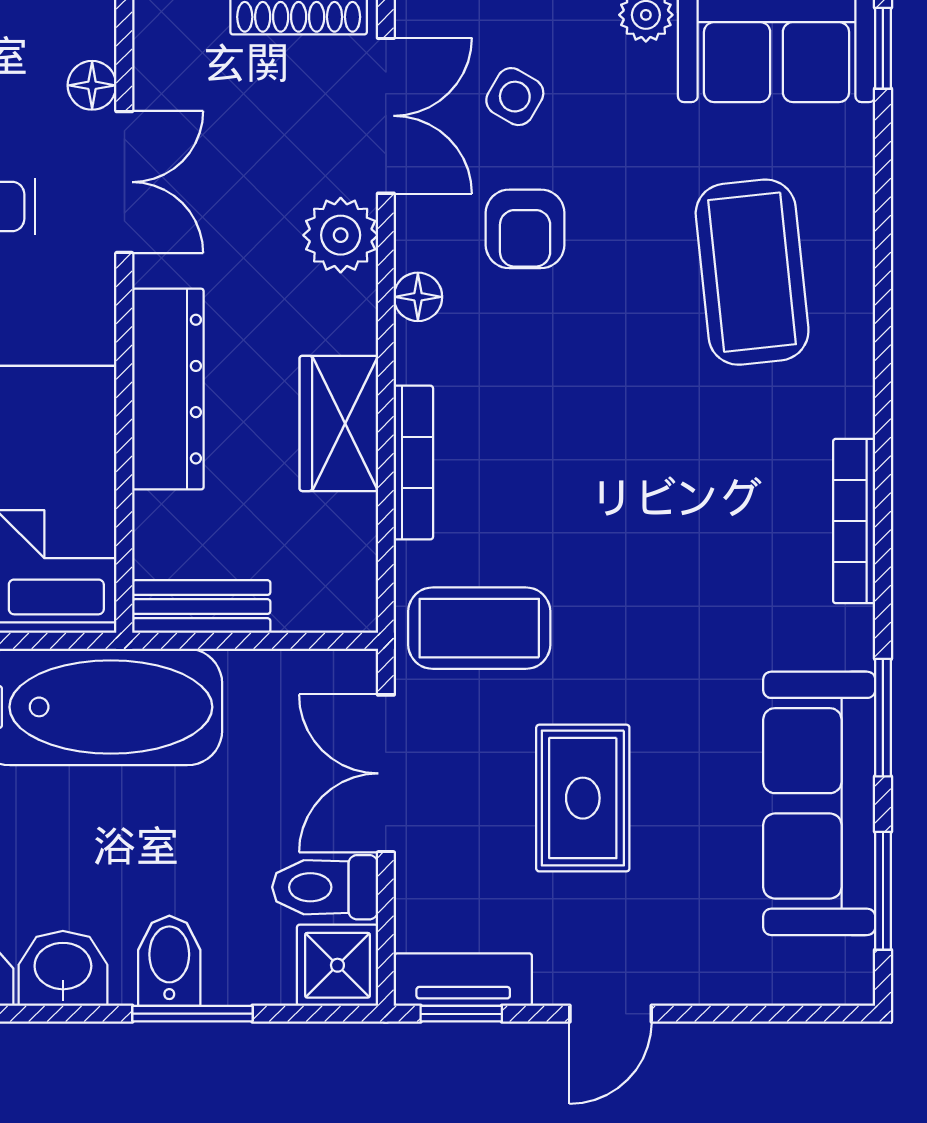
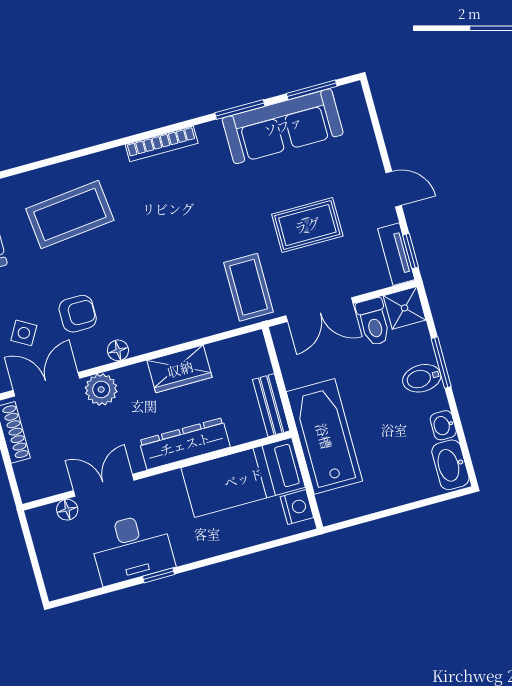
bookcase: (413, 463) -> (187, 333), removed
washbasin: (63, 968) -> (443, 425), width x0.72, depth x0.69

